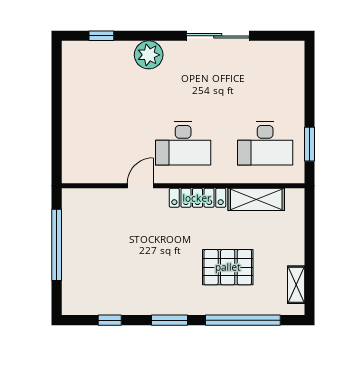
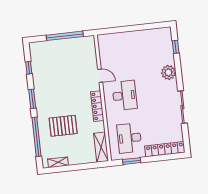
locker: (294, 78) -> (165, 149), added
desk: (183, 144) -> (125, 95), turned 180
shelving: (256, 199) -> (101, 147), moved
pallet: (228, 267) -> (63, 126), turned 90

